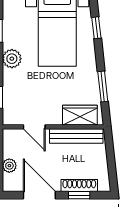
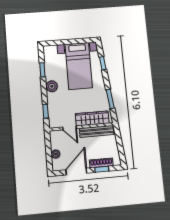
wardrobe: (80, 115) -> (92, 118), width x1.50
door: (39, 195) -> (76, 171), hinge flipped

